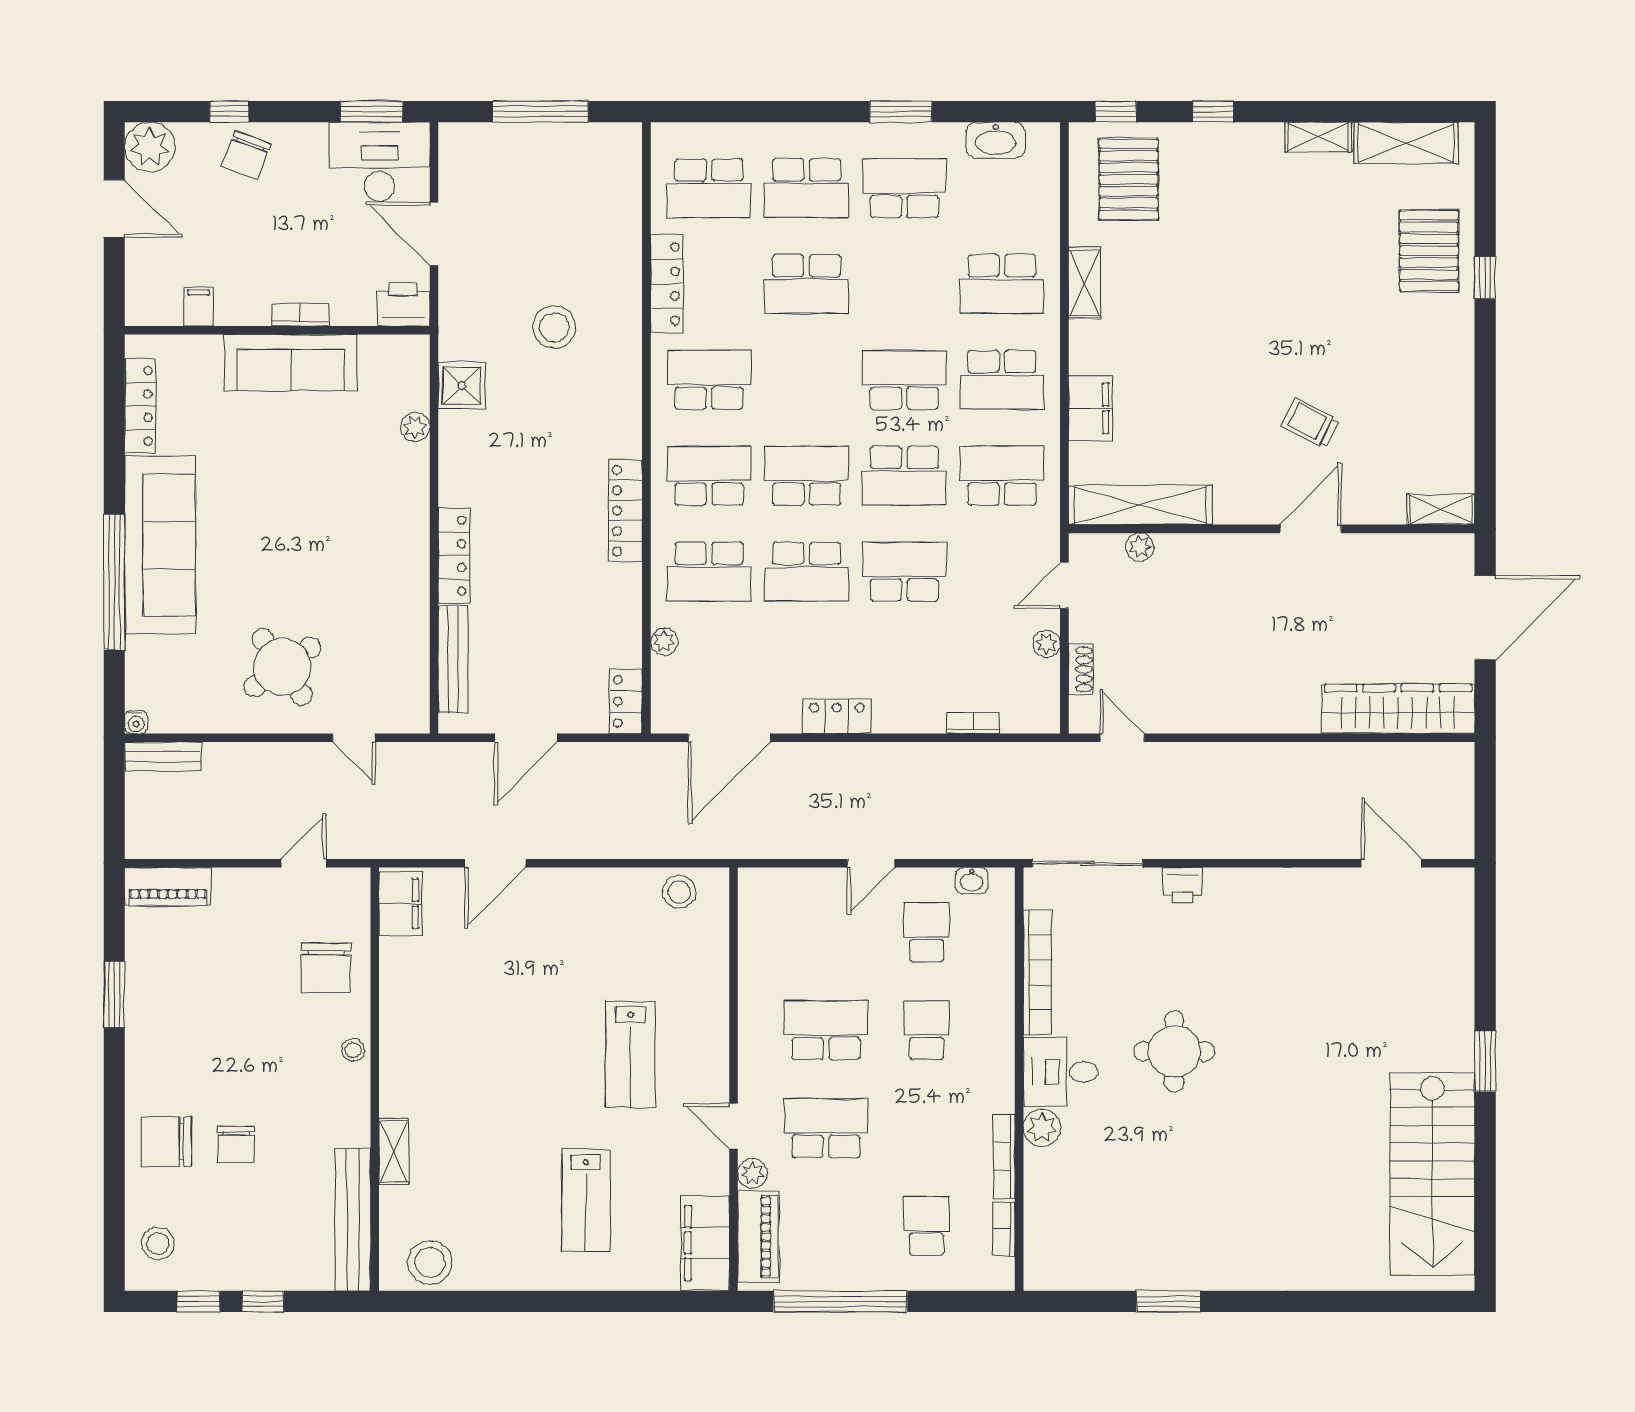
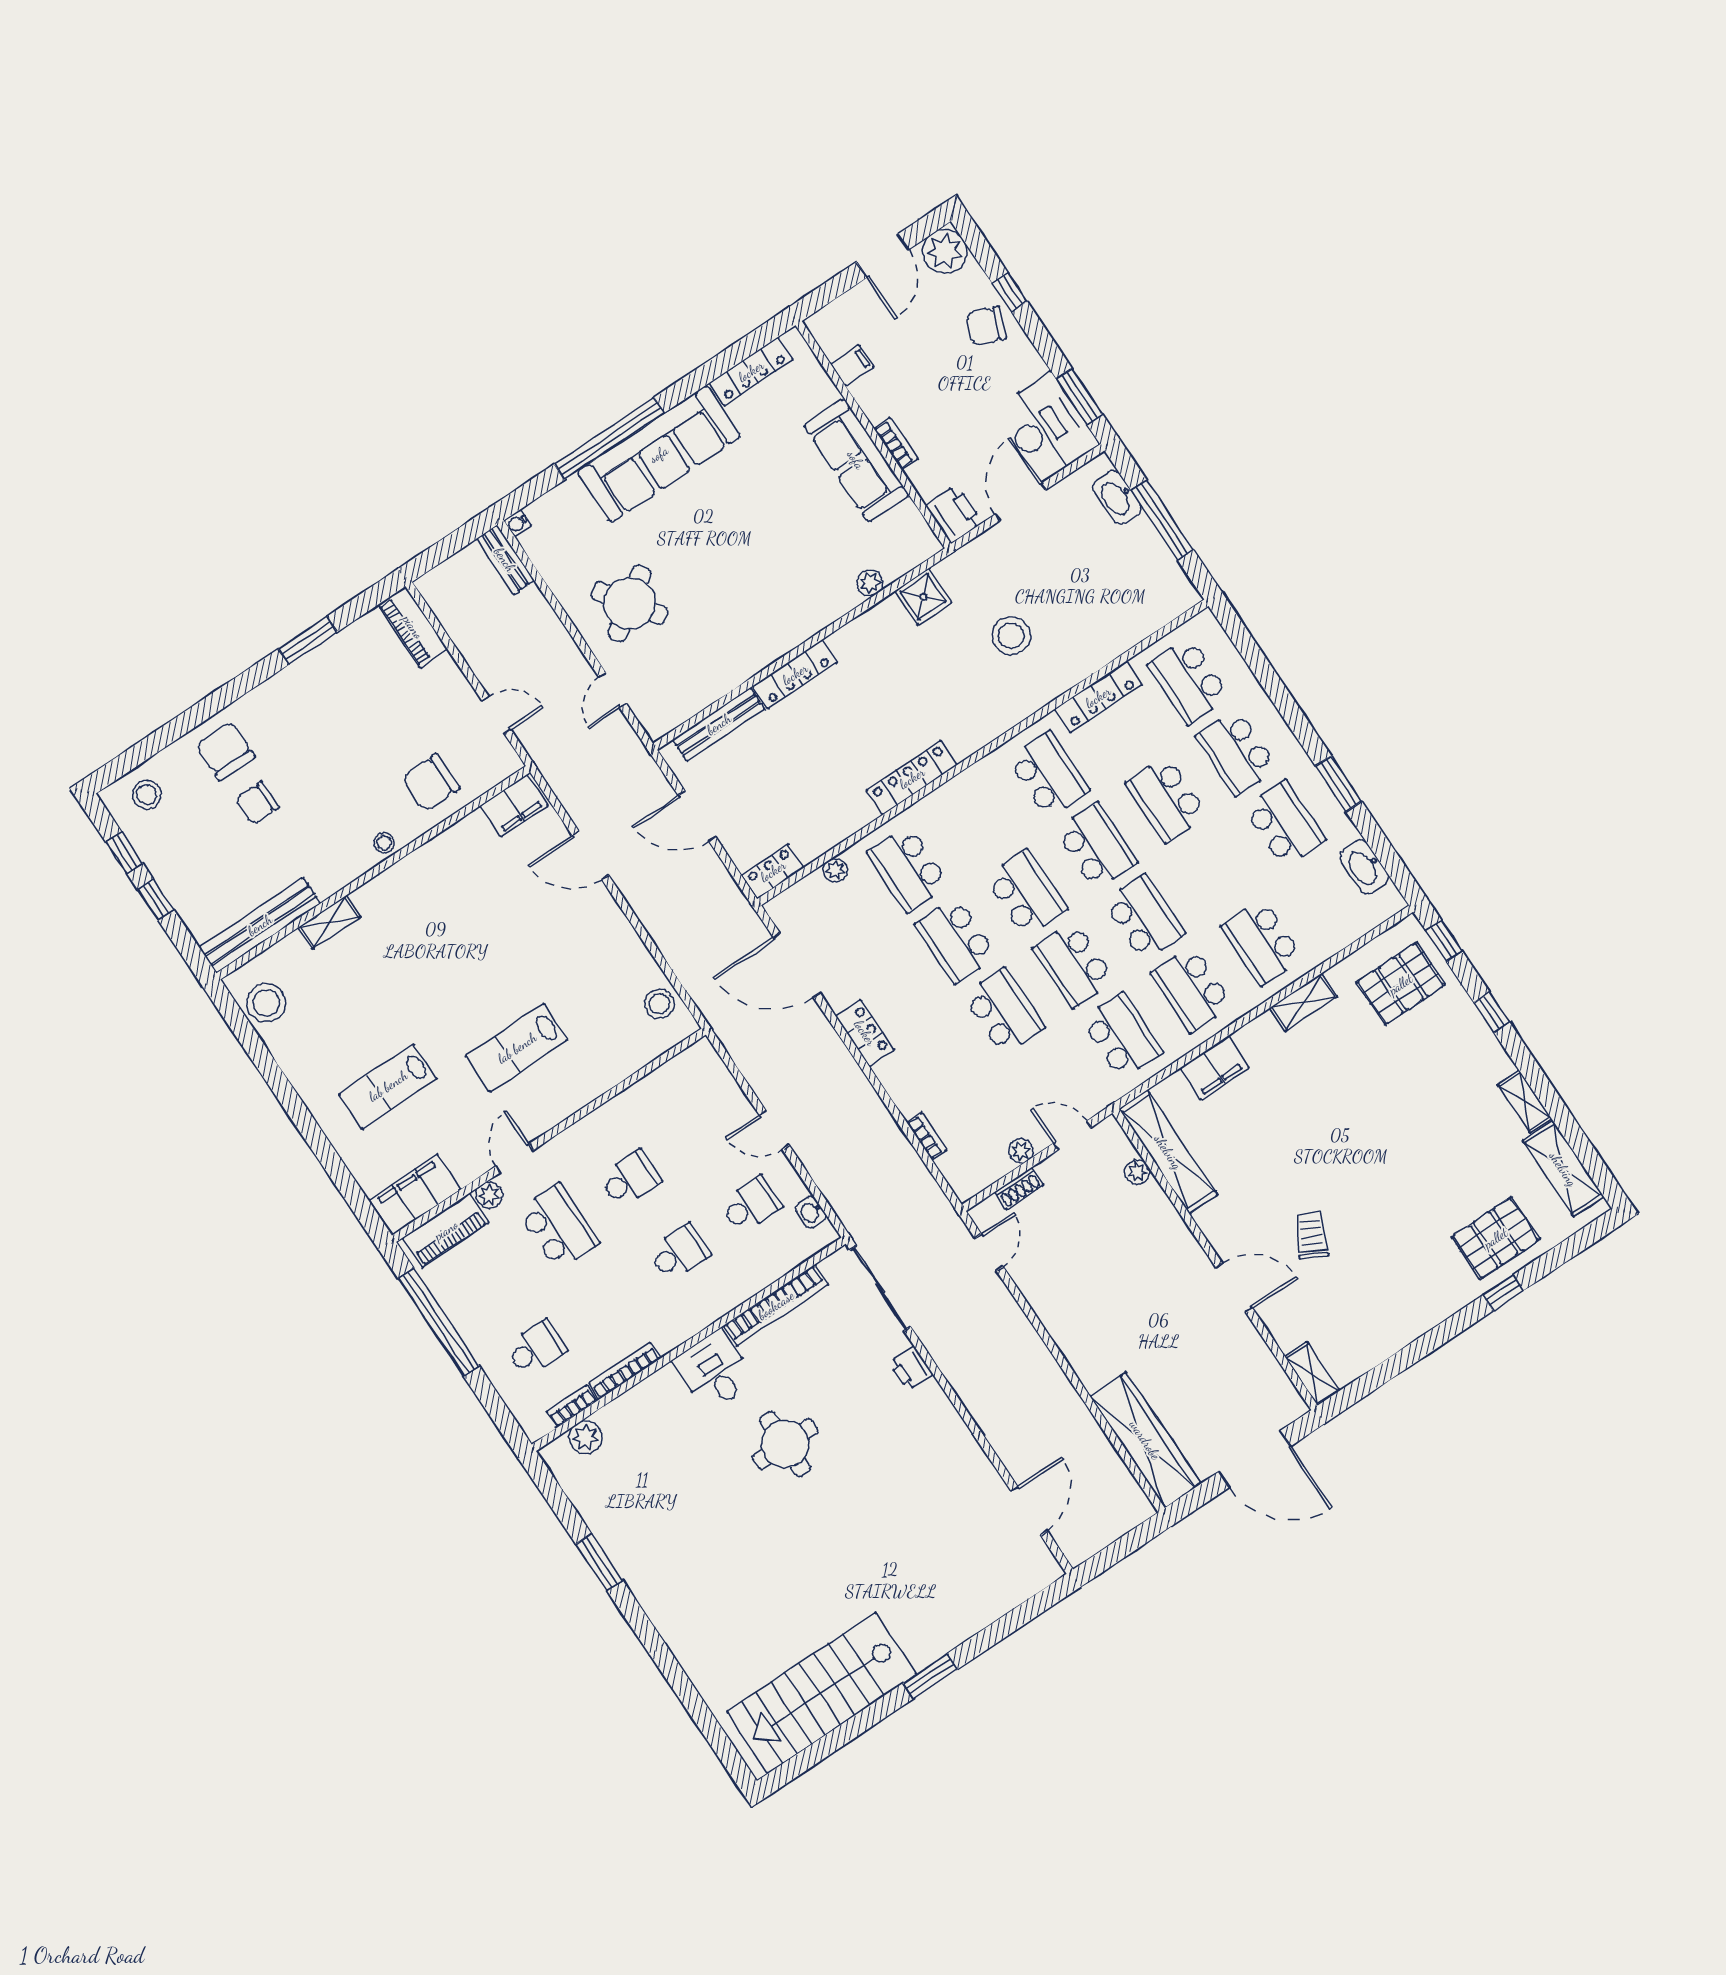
washbasin: (491, 140) -> (1117, 497), added
school desk: (709, 476) -> (1096, 846), moved
school desk: (826, 1030) -> (630, 1179), width x0.54
plant: (1042, 1128) -> (586, 1437), moved

